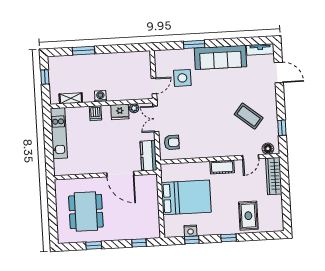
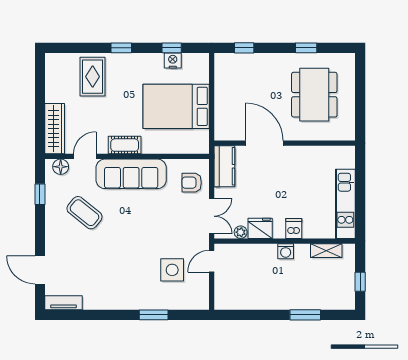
sofa: (220, 57) -> (131, 174), moved, turned 180

